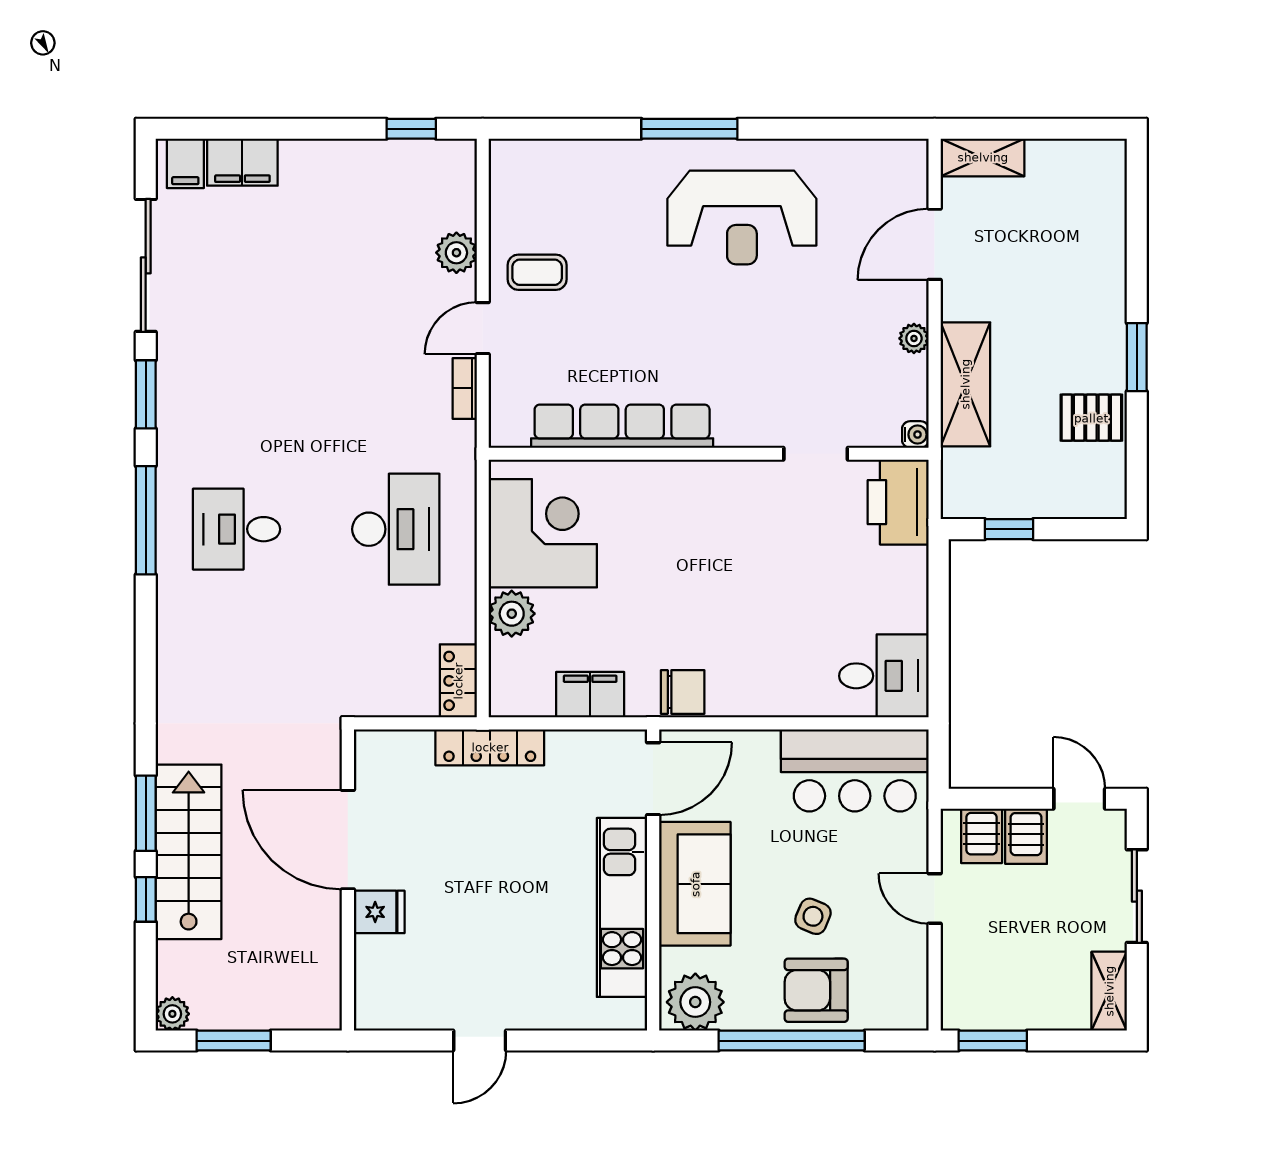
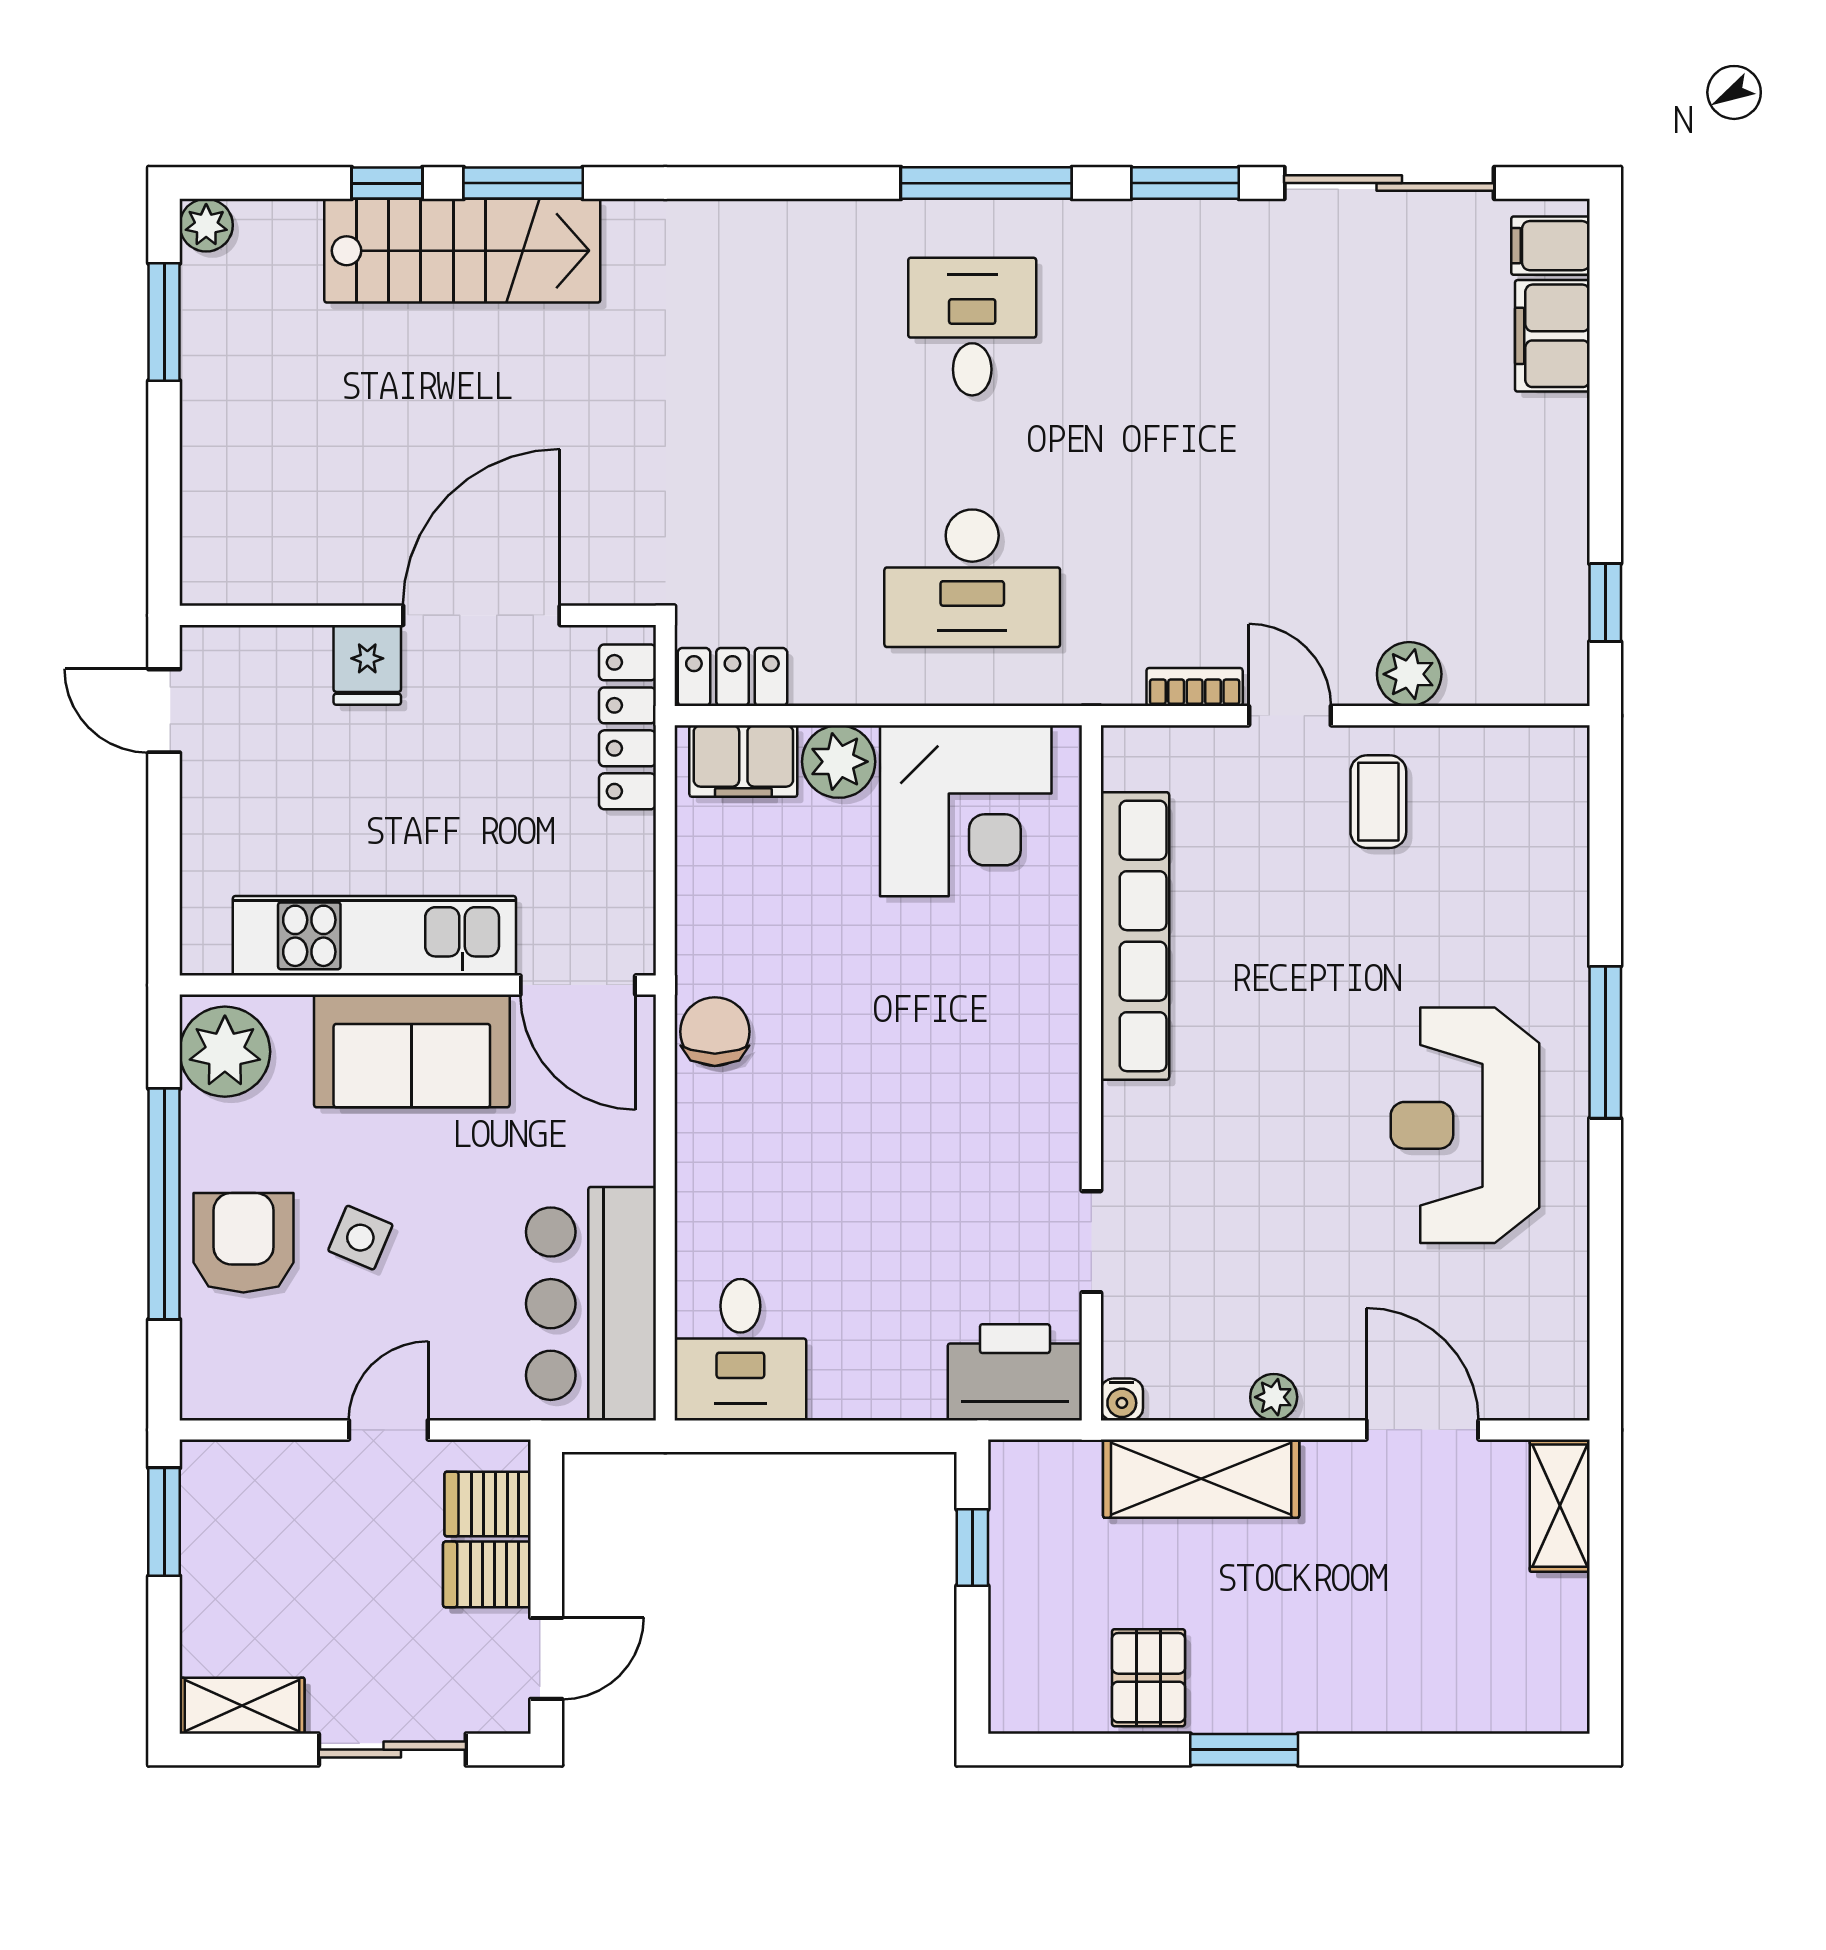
chair: (683, 692) -> (715, 1032), turned 180
filing cabinet: (590, 695) -> (743, 761), moved, turned 90
door: (348, 840) -> (481, 615), moved
wall: (348, 880) -> (418, 615), moved
fridge: (379, 912) -> (367, 665), moved

